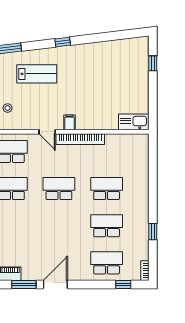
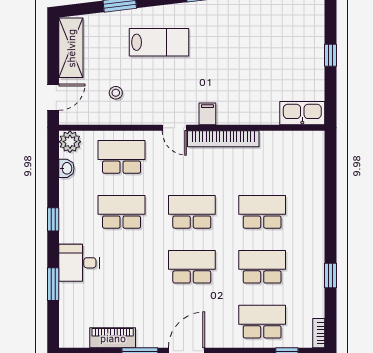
window: (153, 63) -> (330, 55), moved
school desk: (59, 226) -> (192, 267), added

